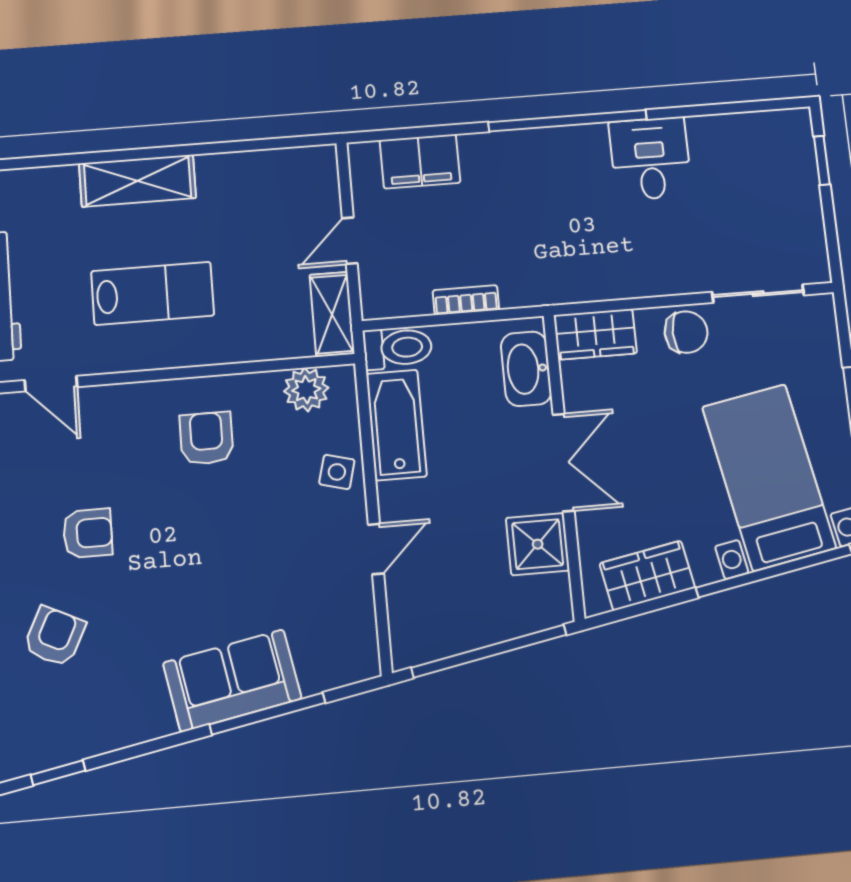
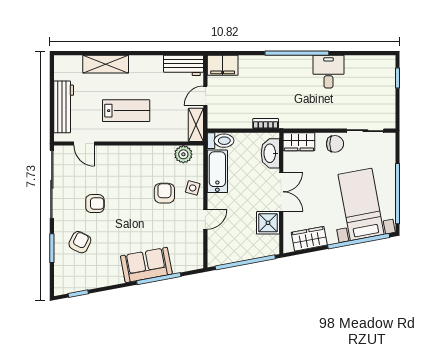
filing cabinet: (420, 161) -> (223, 65), moved
workbench: (289, 172) -> (184, 65), added
shelving: (137, 181) -> (106, 64), moved
bookcase: (466, 300) -> (266, 124), moved
armchair: (207, 438) -> (164, 193), moved

